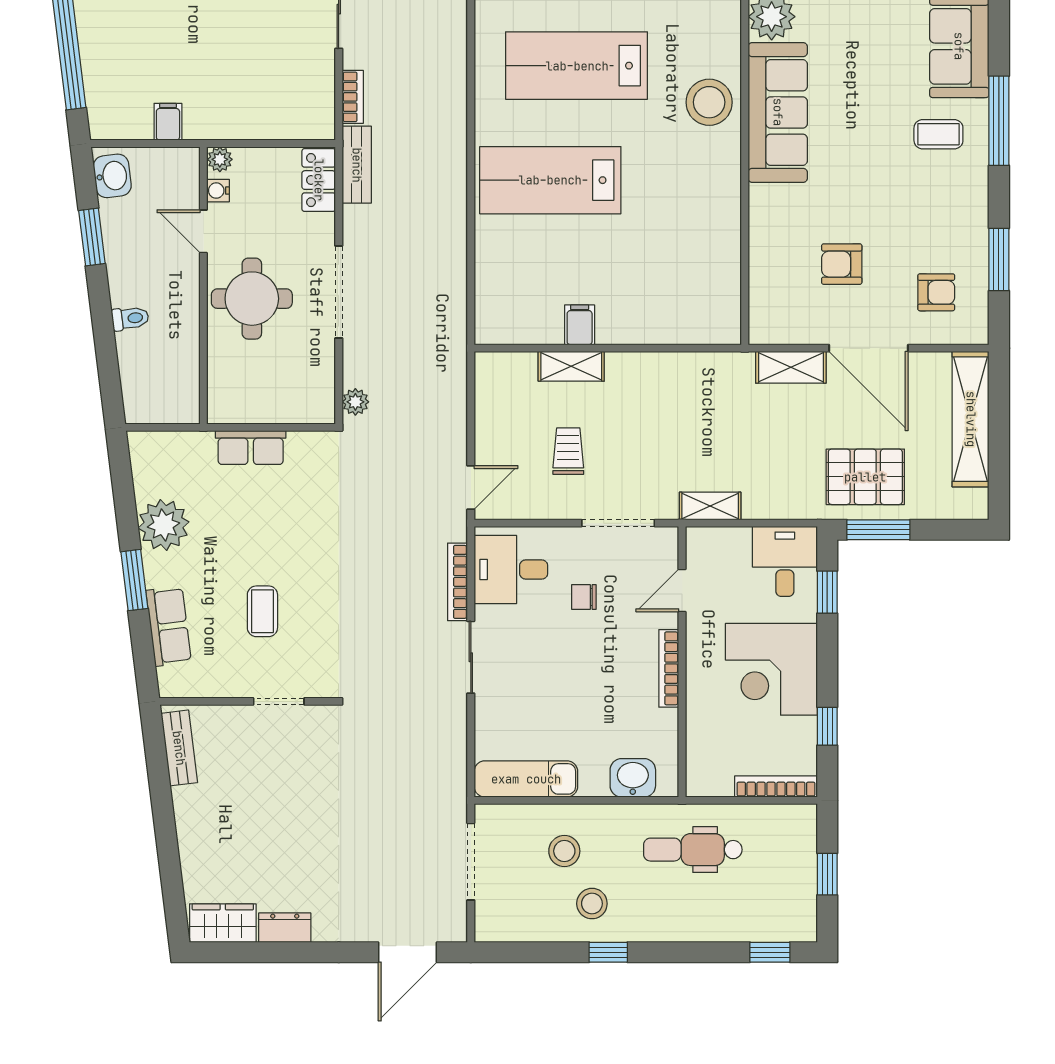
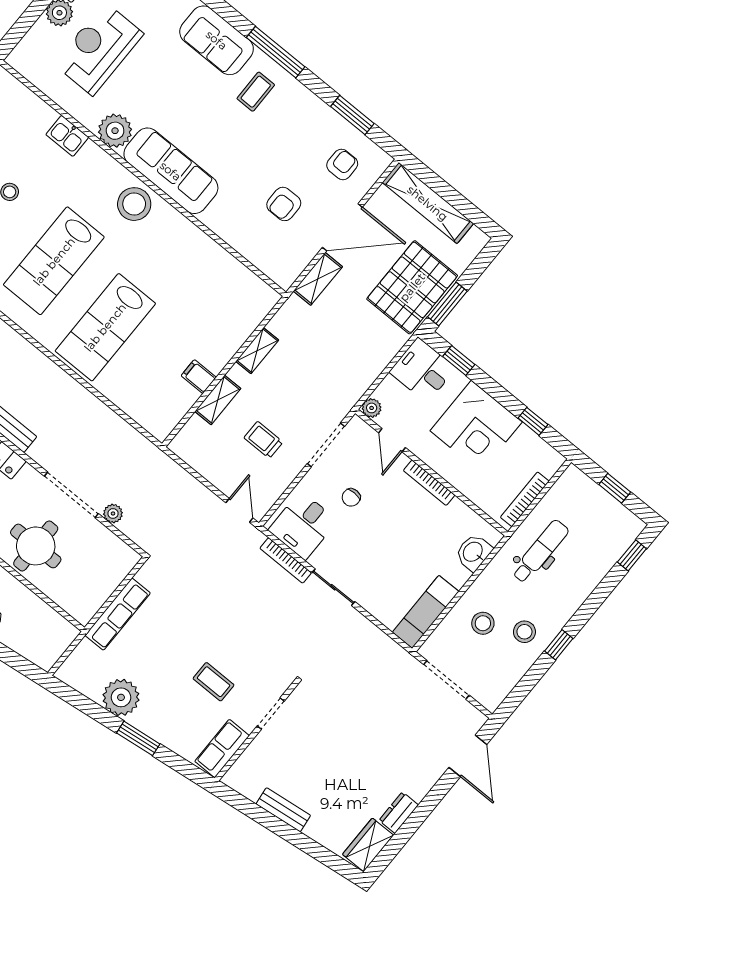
plant: (355, 402) -> (113, 513), moved
row of seats: (251, 448) -> (118, 614), width x1.48
pallet: (865, 477) -> (412, 287), width x1.37, depth x1.41
shelving: (710, 506) -> (257, 351), moved
plant: (699, 540) -> (372, 408), added
row of seats: (169, 626) -> (222, 748), moved, turned -83
bench: (179, 748) -> (283, 810), moved
bookcase: (776, 786) -> (525, 499), moved
dental chair: (693, 850) -> (540, 551), turned 180

